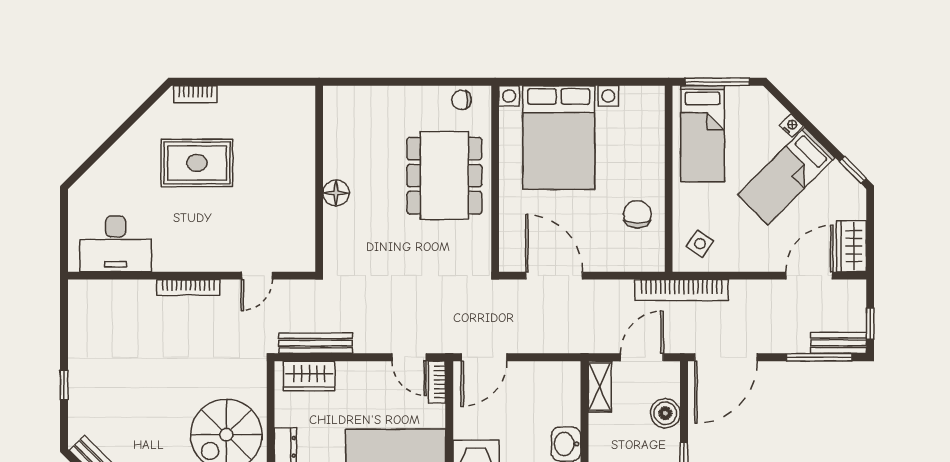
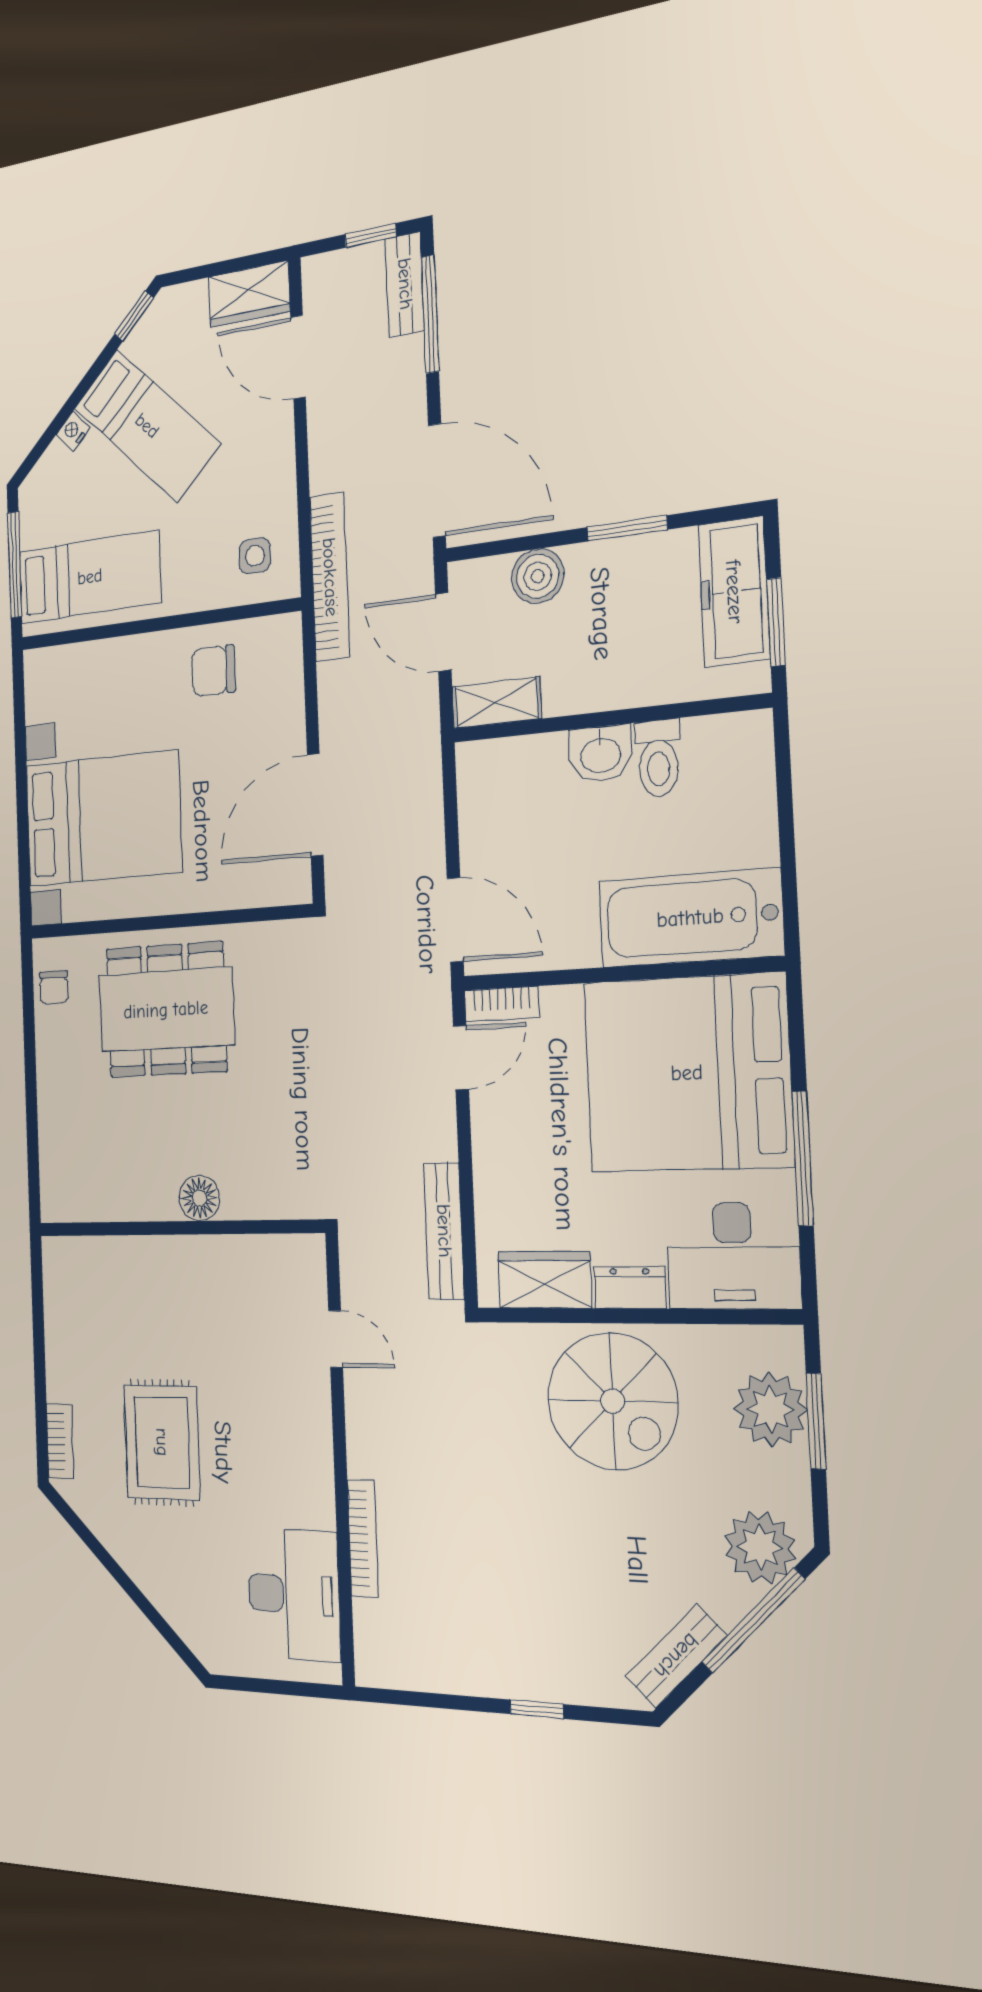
side table: (700, 244) -> (255, 556), turned -34
bookcase: (188, 288) -> (363, 1538), moved
wardrobe: (309, 376) -> (545, 1280), moved, turned -90

